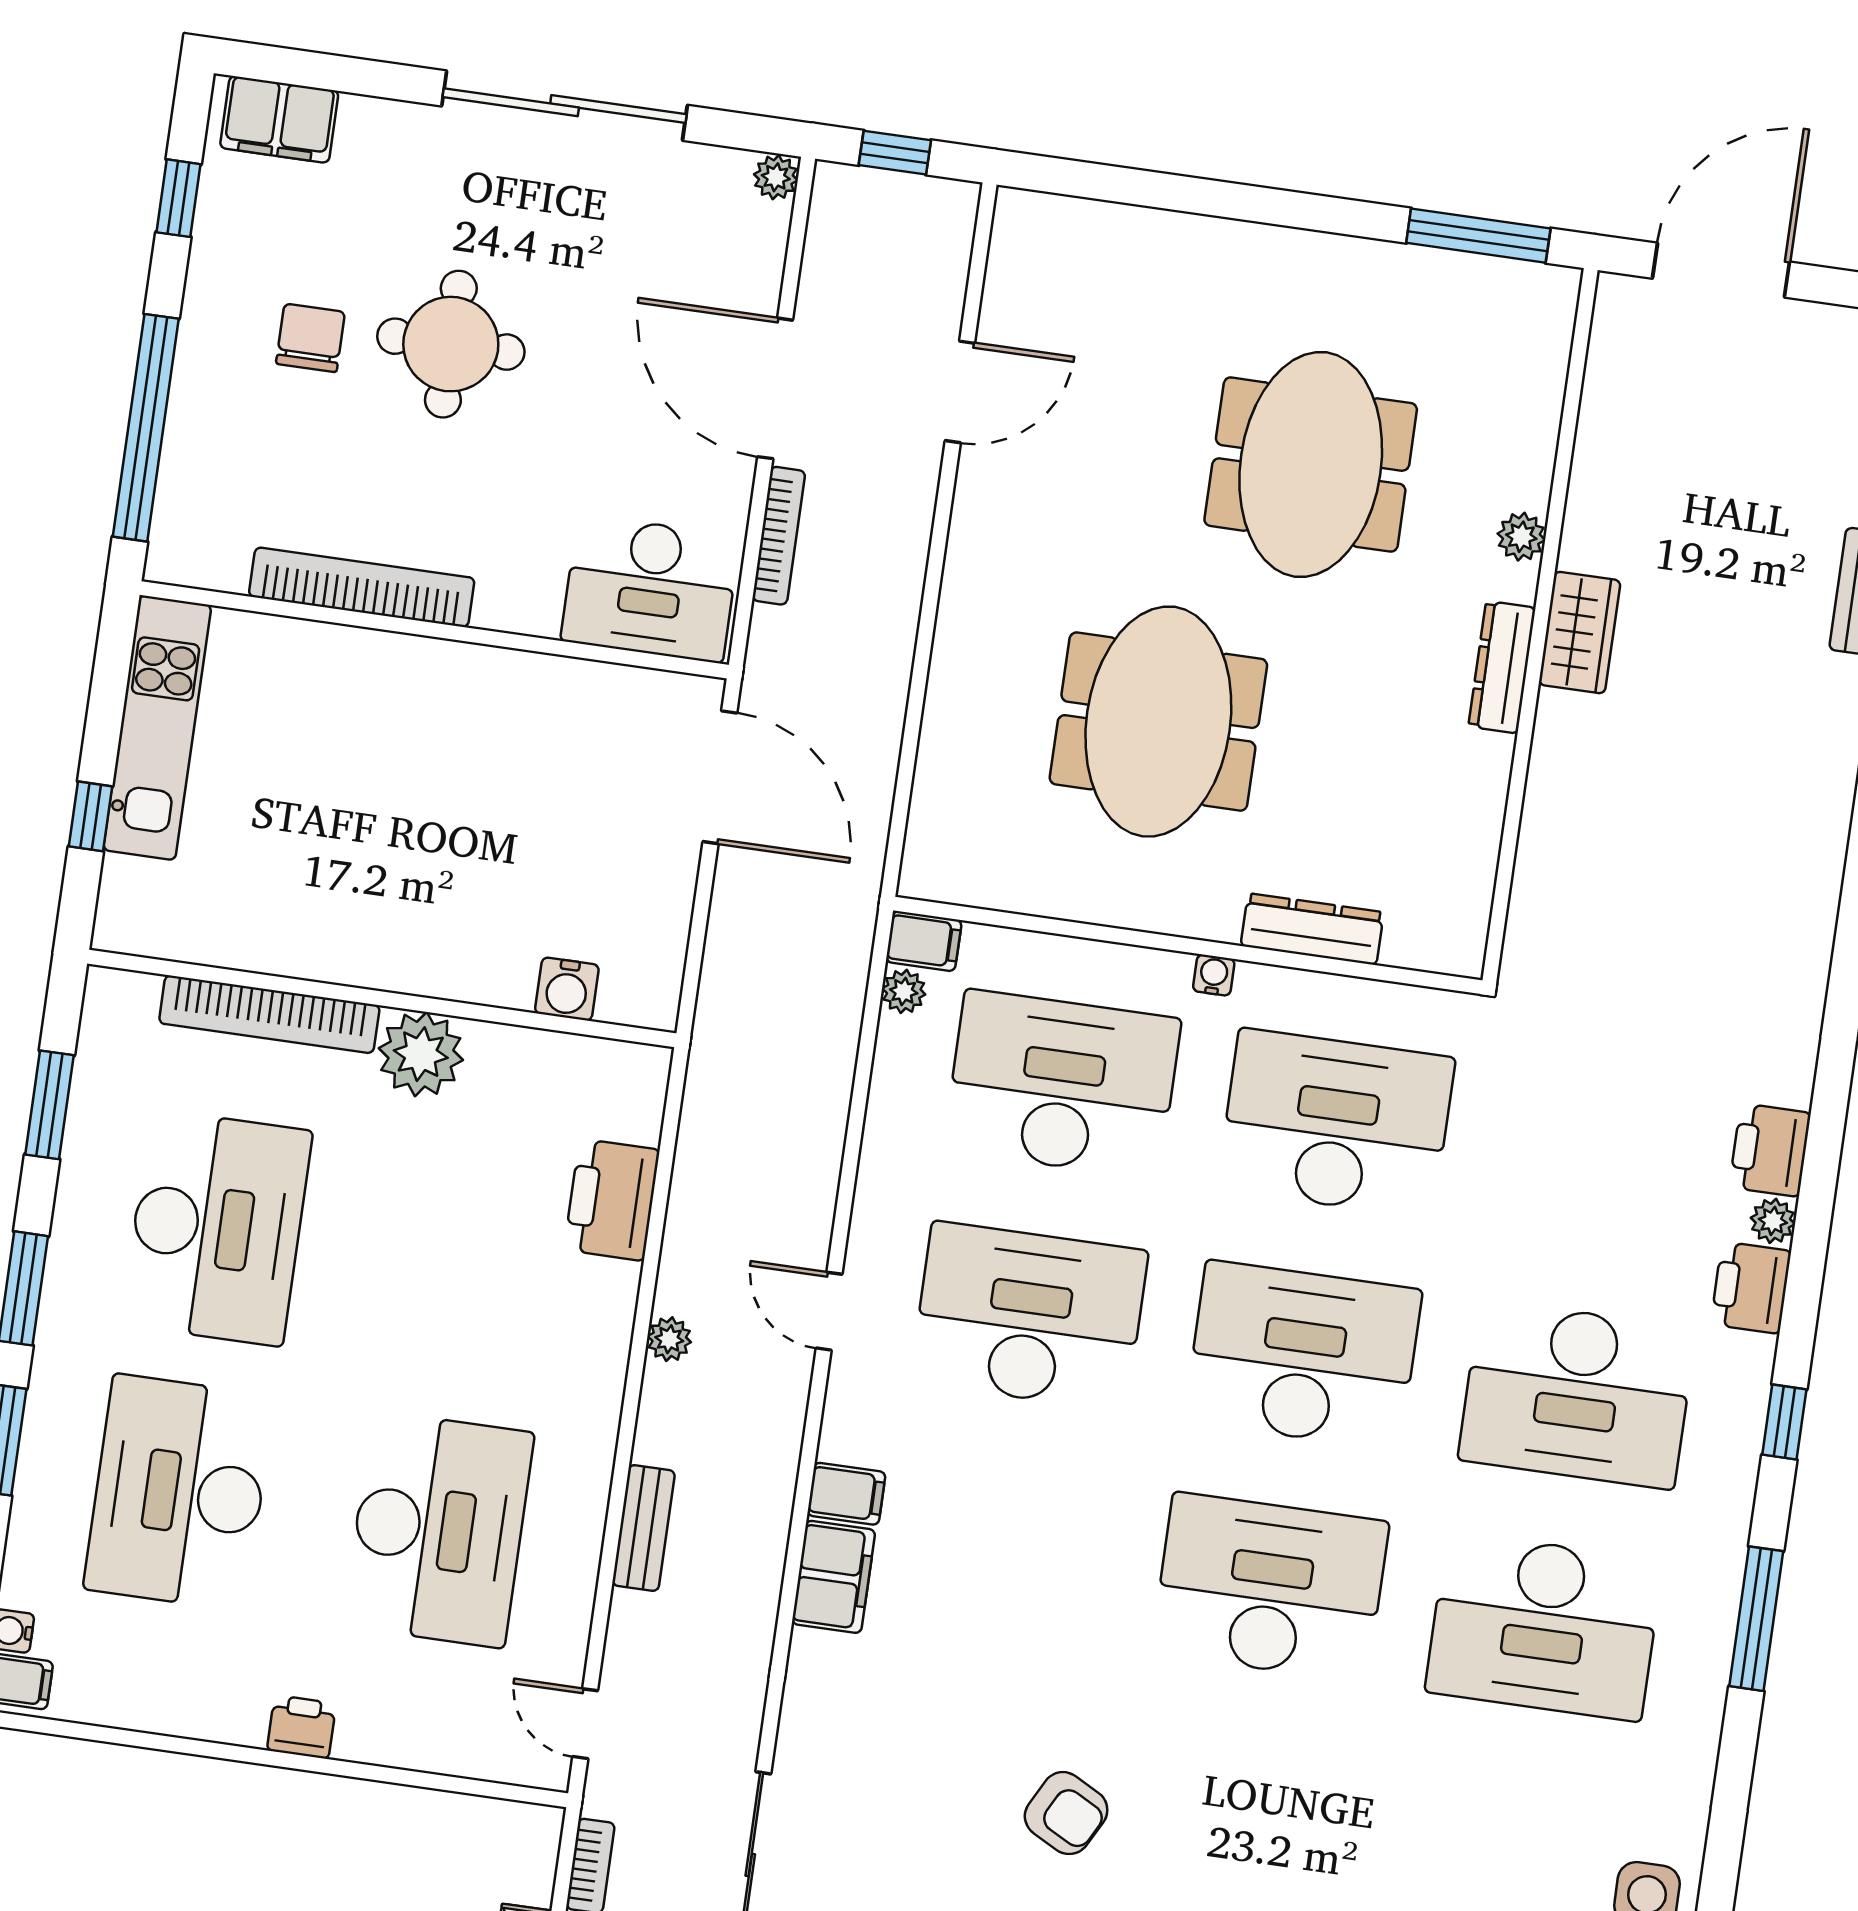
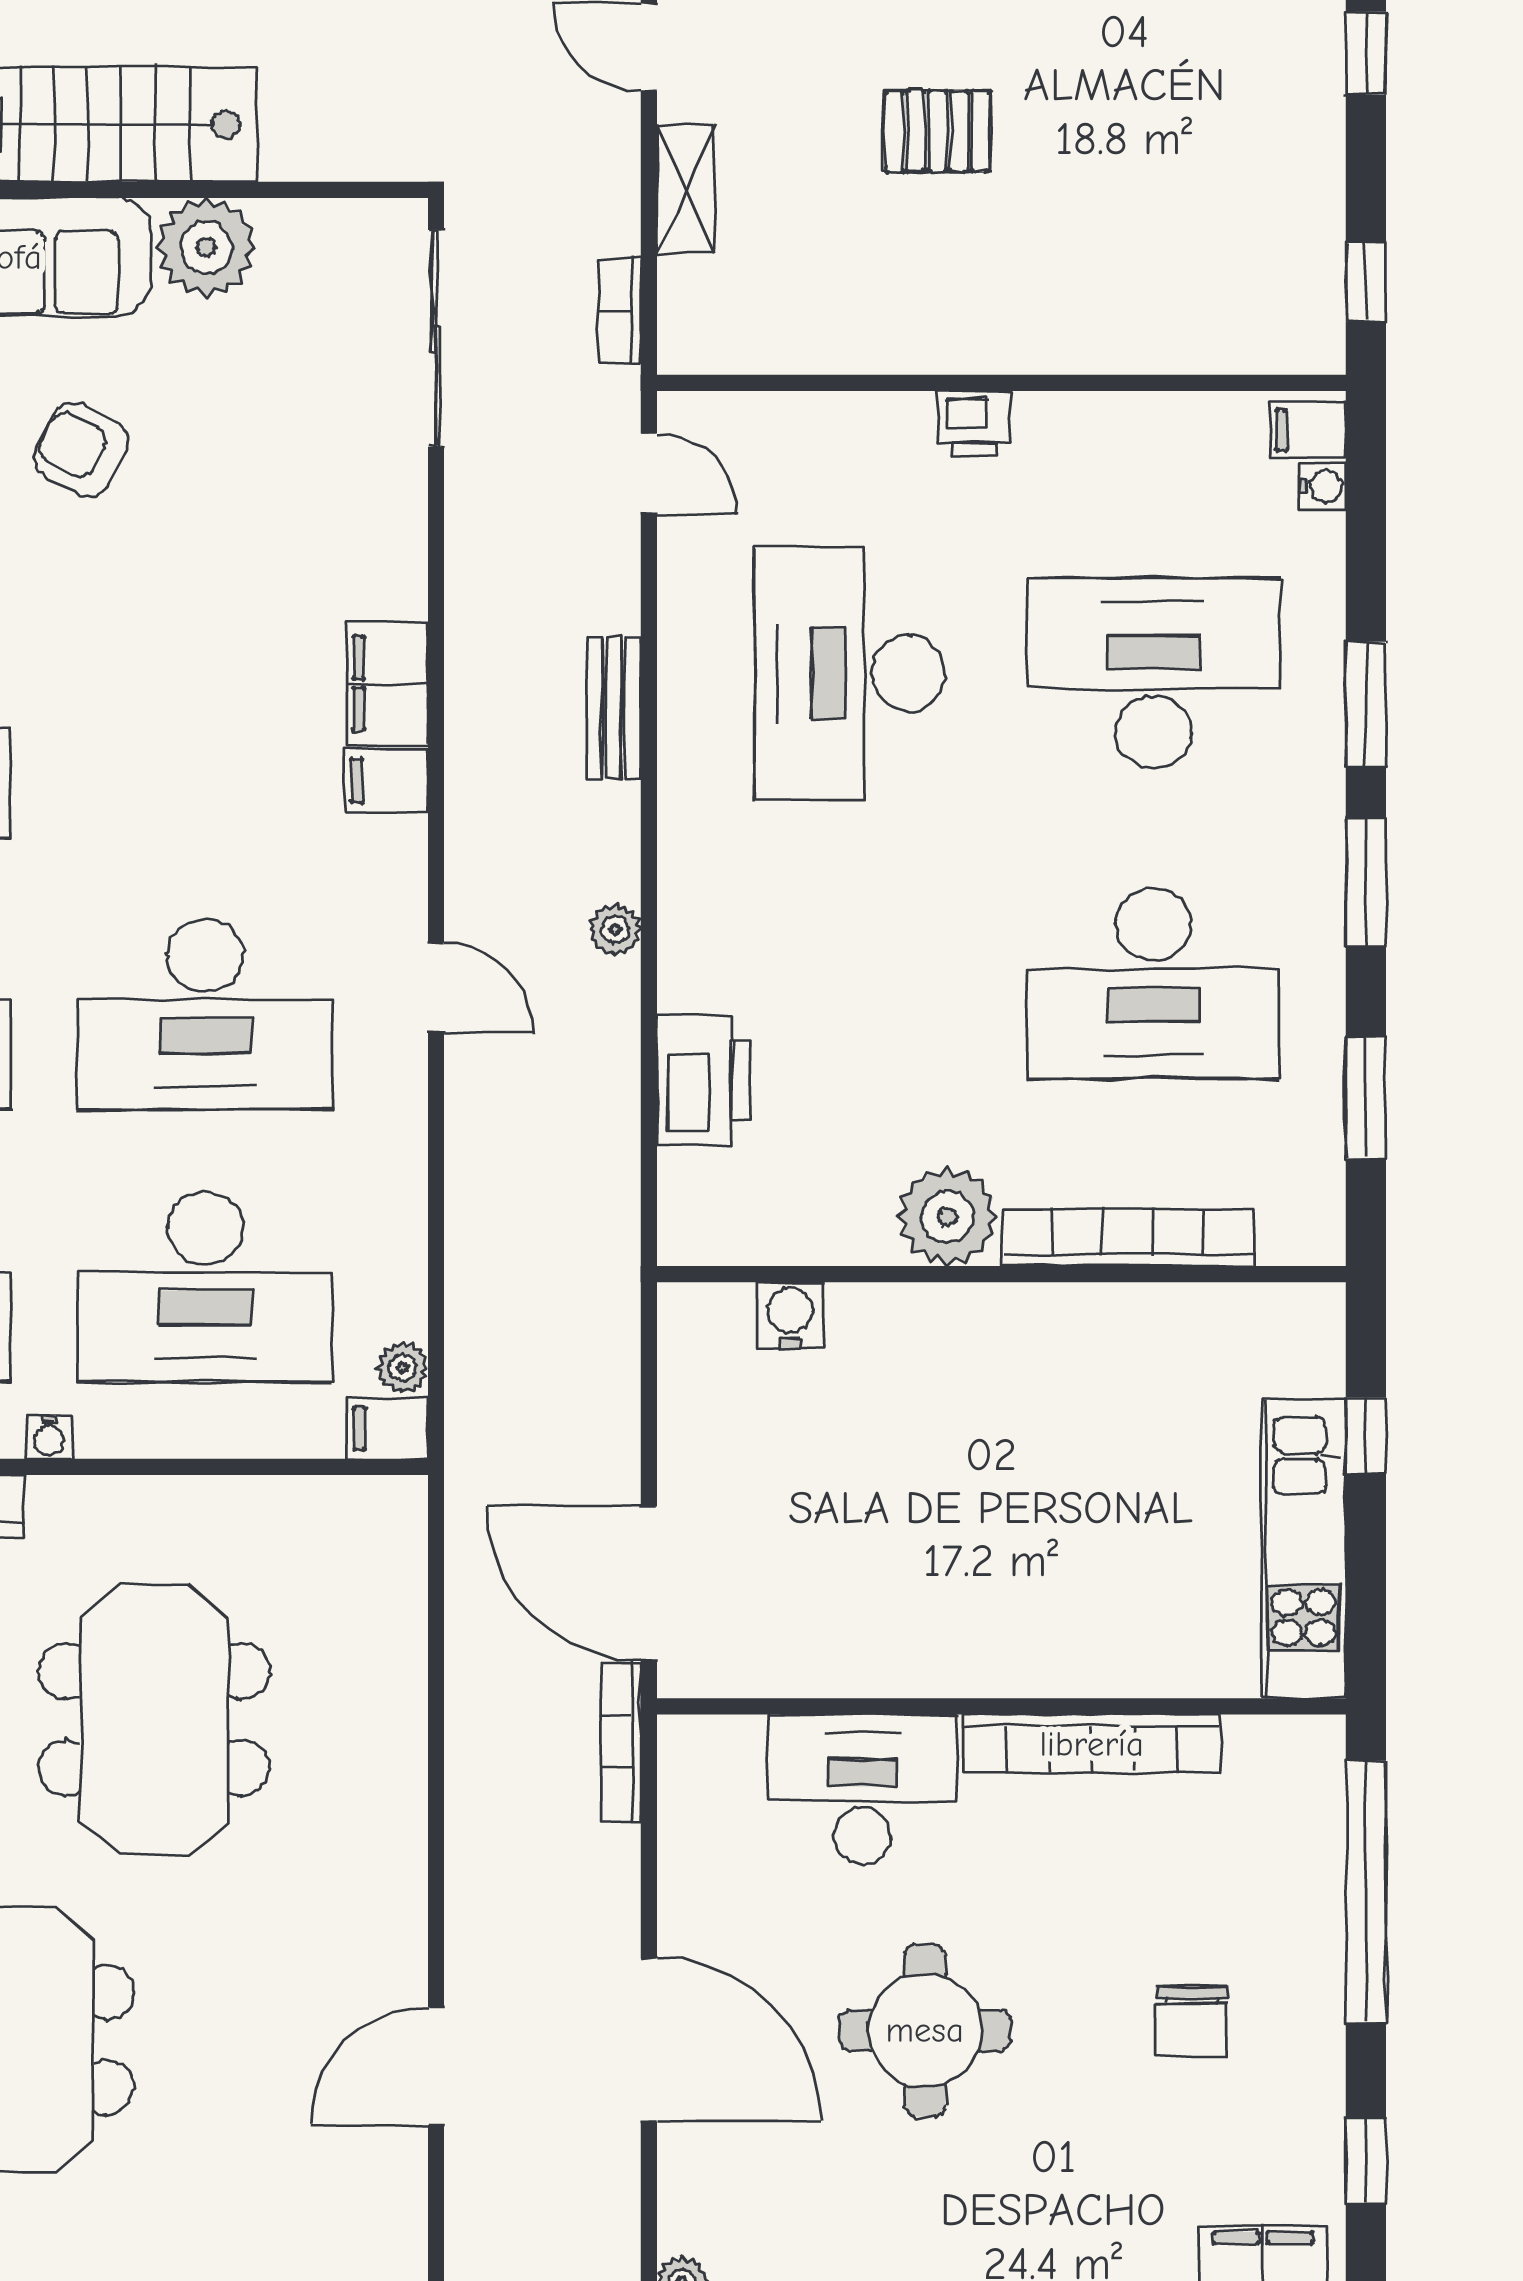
round table: (451, 344) -> (925, 2030), moved
bookcase: (779, 536) -> (621, 1742), moved
desk: (650, 588) -> (862, 1789), moved
desk: (217, 1228) -> (1153, 984), turned -90
desk: (179, 1492) -> (1153, 673), turned -90

